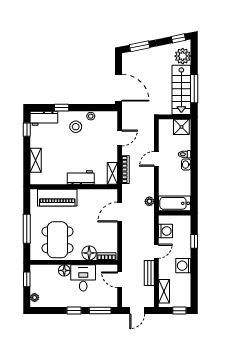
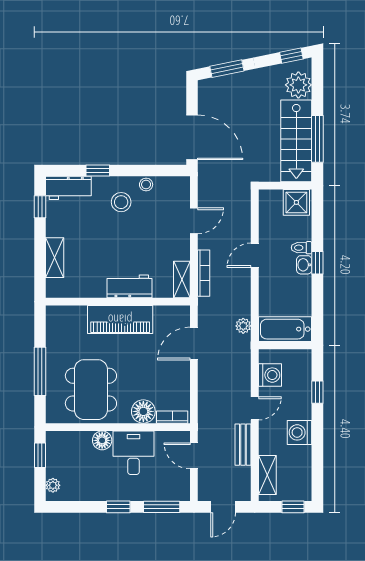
window: (194, 163) -> (317, 263), added
piano: (57, 198) -> (120, 320), moved

